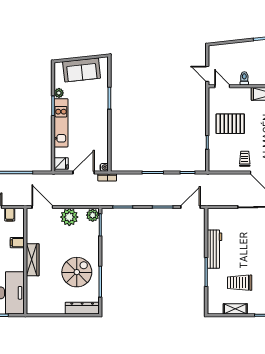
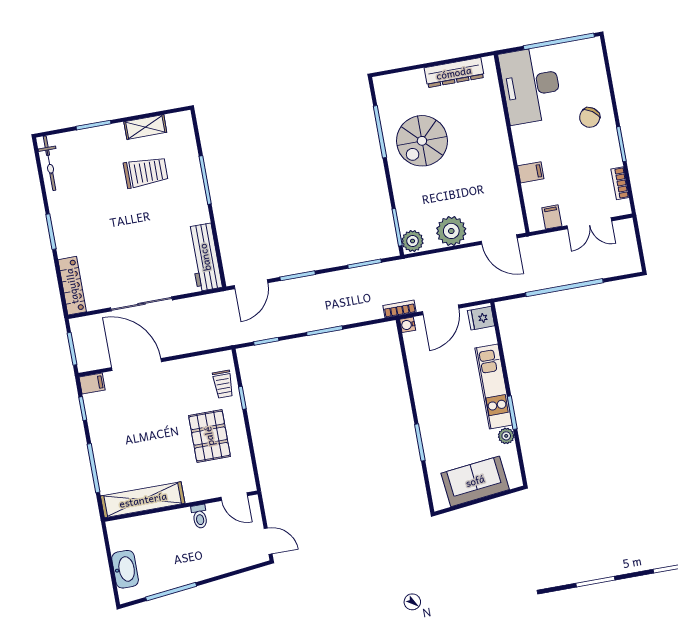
door: (207, 74) -> (268, 541), moved
pallet: (230, 124) -> (209, 436), turned 90
trolley: (245, 159) -> (223, 384), moved
workbench: (215, 249) -> (205, 257), moved
wardrobe: (33, 260) -> (500, 148), removed
dresser: (82, 308) -> (454, 73), moved

